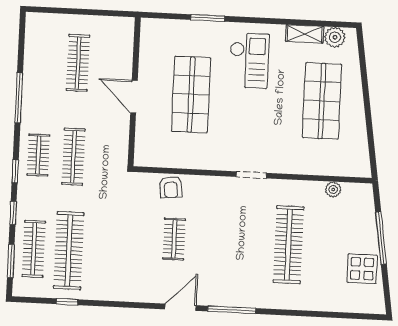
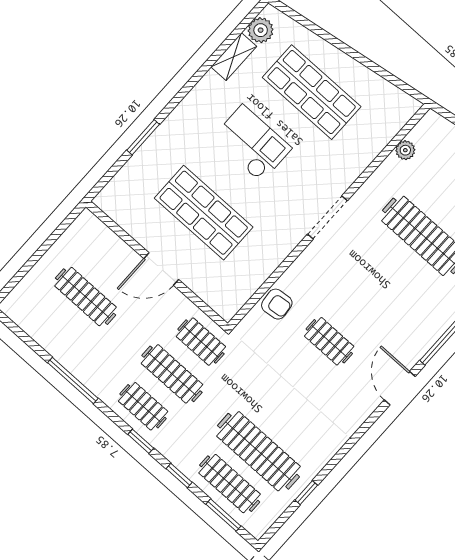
checkout: (249, 61) -> (252, 143), moved
clothes rail: (109, 158) -> (201, 342), added
doorway: (251, 175) -> (327, 217), width x1.38

